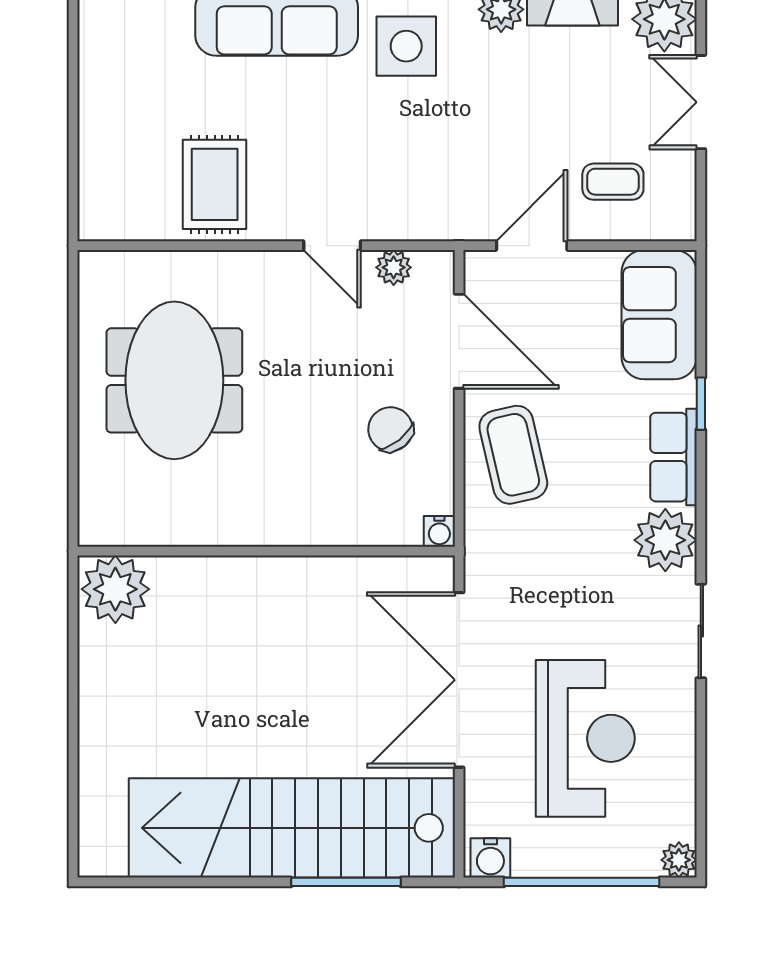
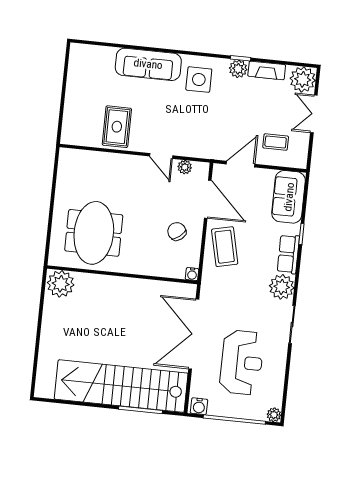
meeting table: (174, 380) -> (94, 233), moved

